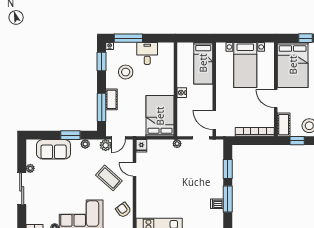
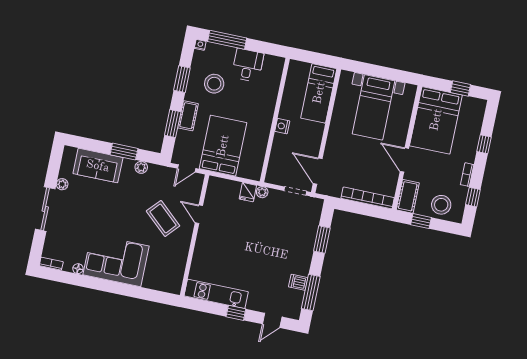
window: (102, 61) -> (182, 79), moved
window: (102, 107) -> (173, 124), width x0.69
bed: (160, 116) -> (223, 146), moved
plant: (106, 145) -> (168, 175), removed
fridge: (141, 146) -> (248, 192), moved
window: (228, 199) -> (311, 293), moved
armchair: (123, 210) -> (173, 265), removed

